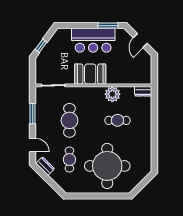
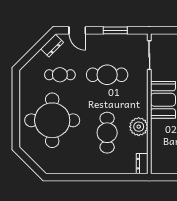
cafe table: (117, 120) -> (107, 133), width x1.37, depth x1.35
door: (33, 145) -> (77, 30), hinge flipped

